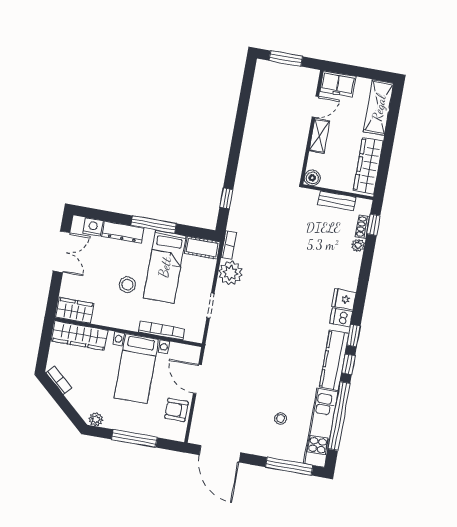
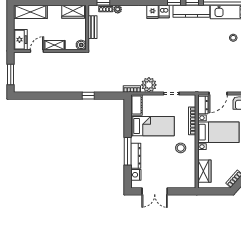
door: (315, 107) -> (37, 51), hinge flipped
wardrobe: (368, 166) -> (73, 12), width x0.67
window: (226, 198) -> (88, 96), moved
window: (154, 225) -> (128, 151), moved
double door: (62, 252) -> (155, 191), swing flipped
stool: (127, 285) -> (181, 148), moved
wardrobe: (75, 310) -> (189, 177), removed
wardrobe: (79, 336) -> (204, 171), width x0.67
dresser: (183, 352) -> (203, 105), added

